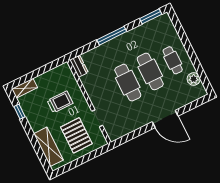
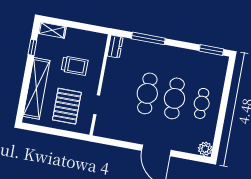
window: (112, 36) -> (148, 38), moved
plant: (194, 79) -> (205, 149), moved
shelving: (49, 147) -> (36, 88), width x1.47

